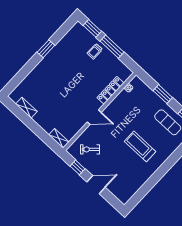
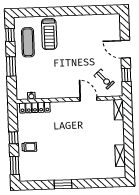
window: (112, 47) -> (14, 138), width x0.46
locker: (110, 90) -> (35, 108), moved
door: (94, 117) -> (88, 99), moved
treadmill: (140, 146) -> (49, 34), moved

